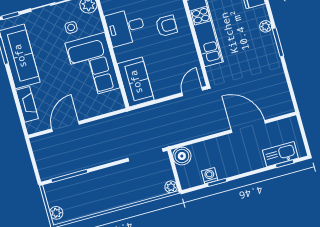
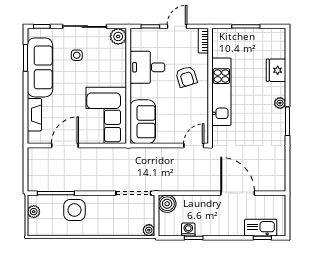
armchair: (166, 26) -> (186, 77), turned 73
side table: (71, 27) -> (77, 55), moved
corner sofa: (92, 65) -> (106, 115), moved
side table: (92, 187) -> (74, 210), added
plant: (56, 213) -> (34, 212), moved

